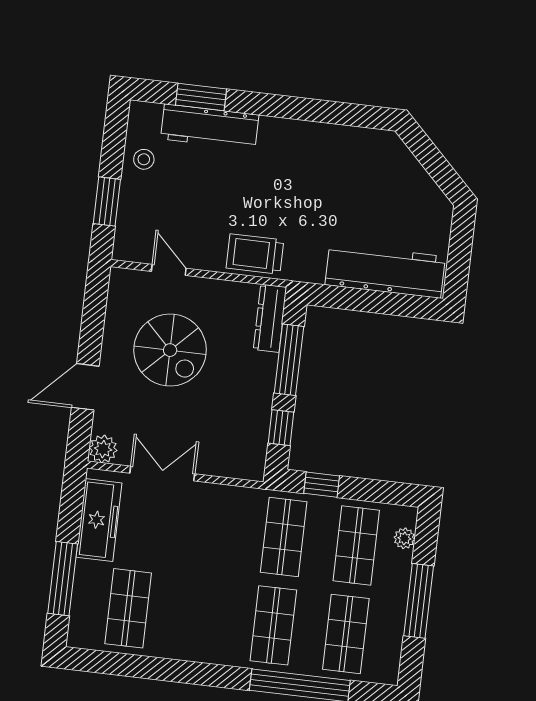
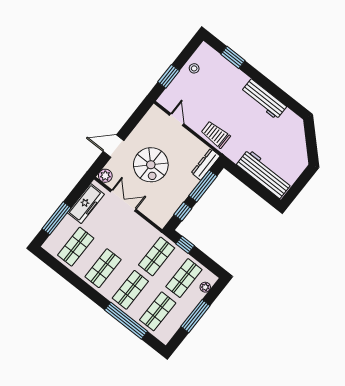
workbench: (210, 127) -> (264, 99), moved
spiral stairs: (170, 350) -> (151, 165), moved
shop shelf: (201, 617) -> (103, 268), added

